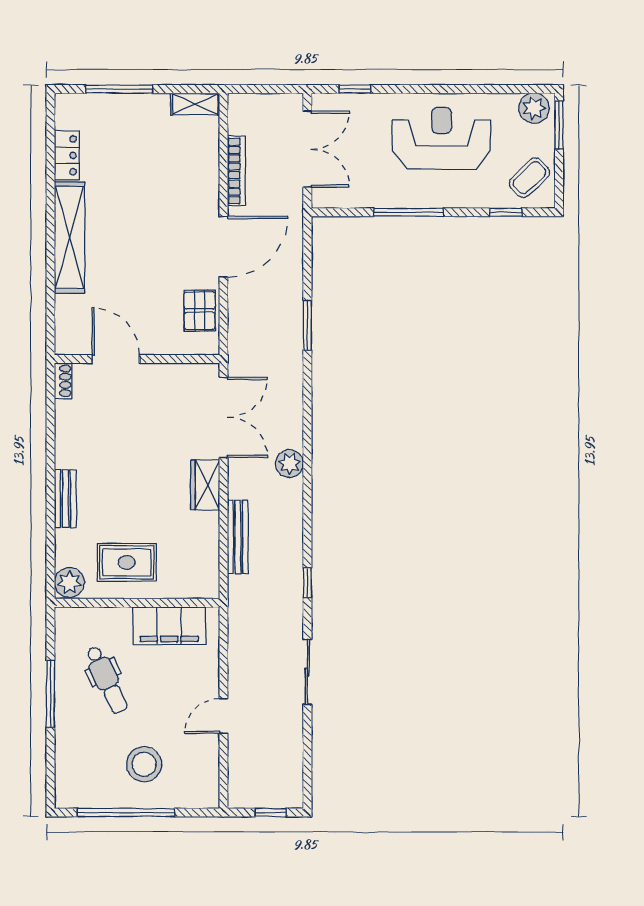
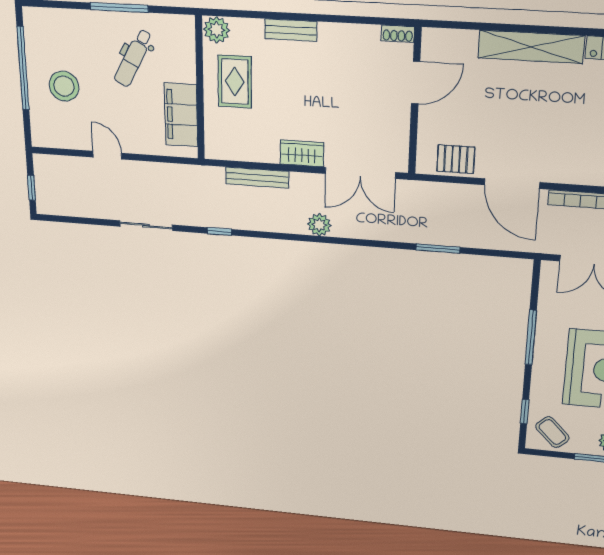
dental chair: (107, 680) -> (133, 58), turned -37

